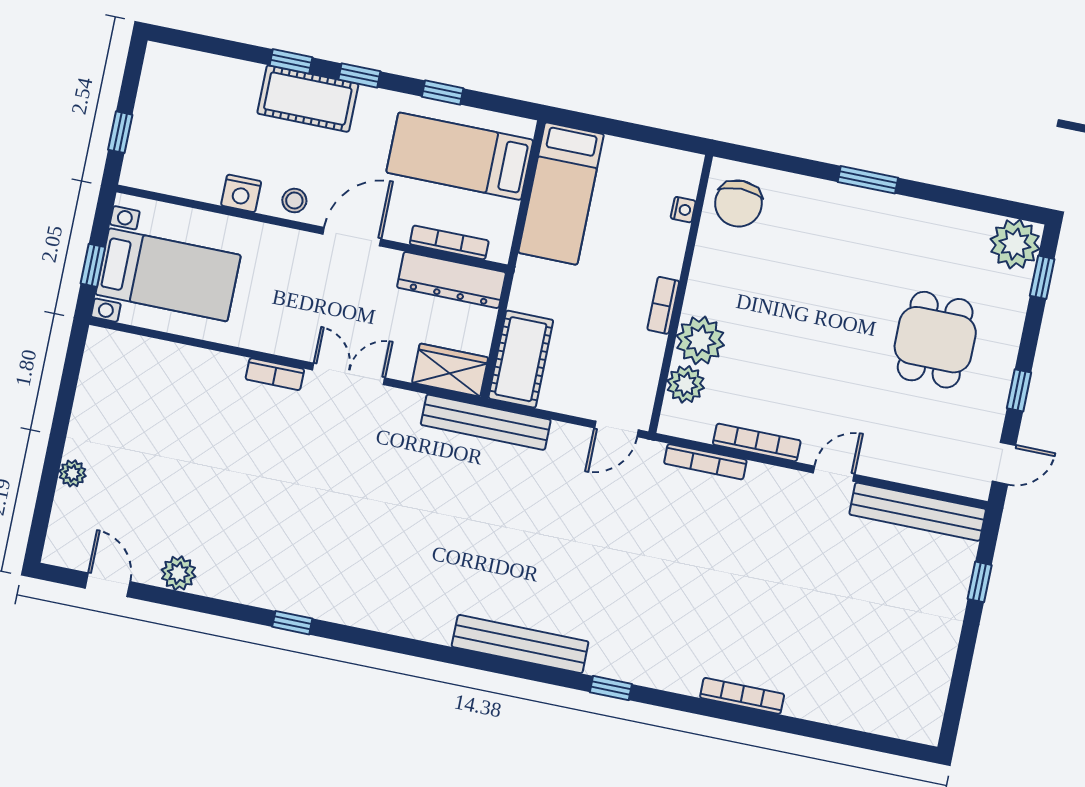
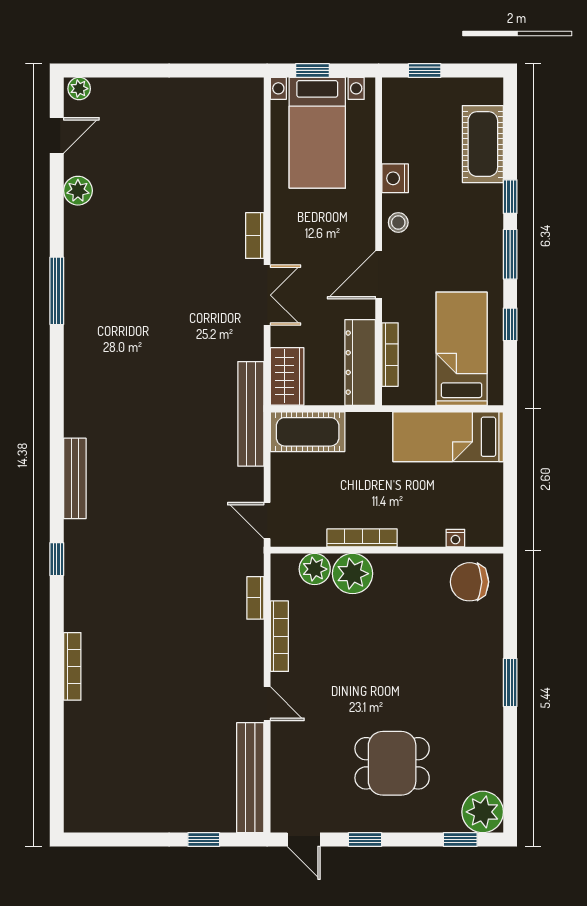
window: (359, 75) -> (510, 254), width x1.50
cot: (308, 99) -> (483, 144), moved
door: (352, 237) -> (379, 275), swing flipped
bookcase: (663, 305) -> (362, 538), width x1.56
bookcase: (705, 462) -> (255, 598), width x0.64
plant: (73, 473) -> (79, 89), moved
window: (292, 623) -> (57, 291), width x2.17
bench: (520, 644) -> (75, 478), width x0.73, depth x0.82

